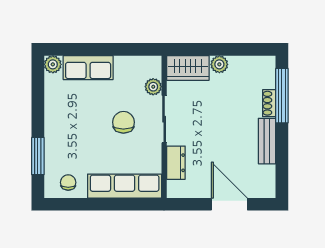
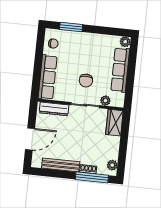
plant: (219, 64) -> (112, 165), moved
row of seats: (88, 68) -> (120, 70), width x1.48
chair: (123, 122) -> (86, 81), turned 90
bench: (267, 141) -> (61, 165), width x1.36
dresser: (176, 163) -> (54, 109), width x1.44

